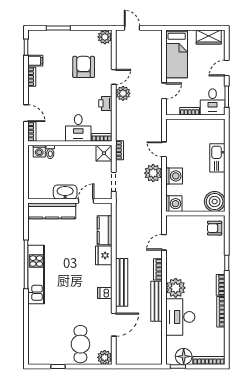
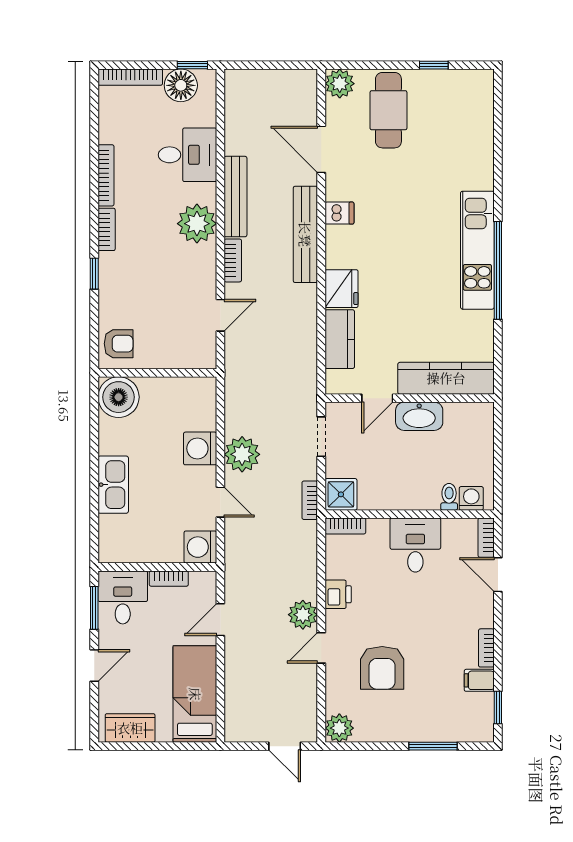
desk: (78, 128) -> (415, 545), moved
washing machine: (174, 204) -> (200, 547), moved
desk: (180, 317) -> (188, 155), width x0.73
door: (114, 325) -> (321, 149), hinge flipped

